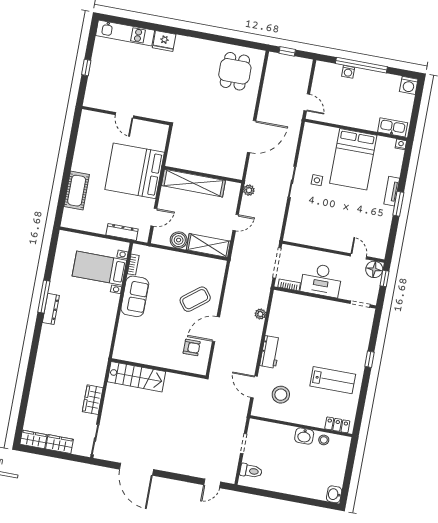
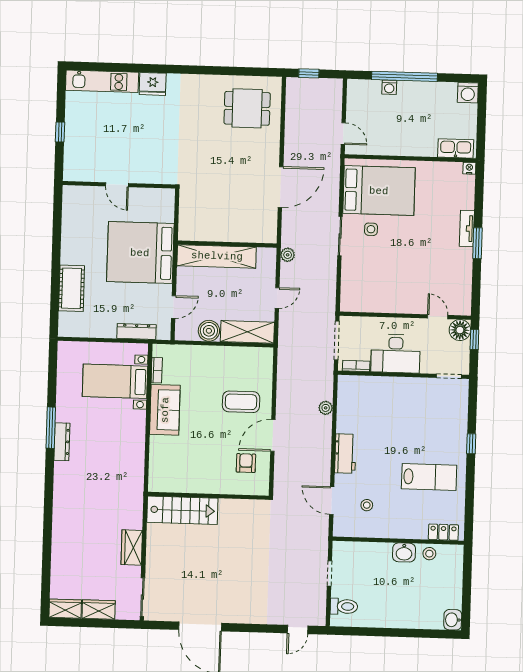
dining table: (235, 71) -> (247, 108), turned 90
bed: (353, 159) -> (379, 191), moved, turned -90
coffee table: (195, 299) -> (241, 402), turned 38
armchair: (192, 347) -> (246, 463), turned -90
stool: (281, 395) -> (367, 505), width x0.53, depth x0.53

